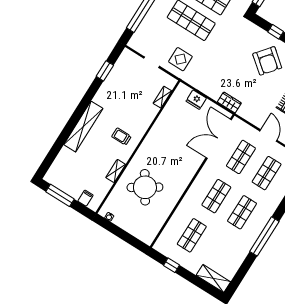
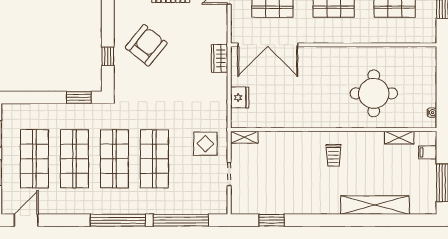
shelving: (162, 97) -> (244, 137), moved
shelving: (83, 127) -> (375, 205), moved
shelving: (116, 171) -> (399, 138), moved
round table: (145, 187) -> (374, 93), turned 33

